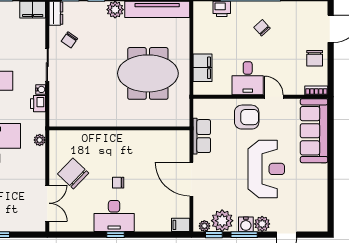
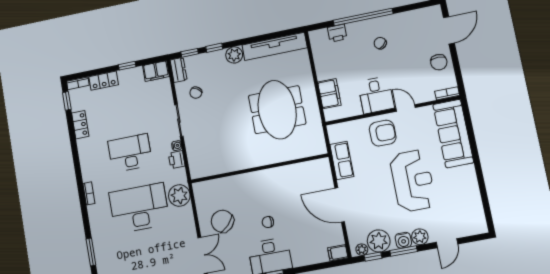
meeting table: (148, 73) -> (277, 110), turned 90
plant: (40, 140) -> (179, 195), width x1.88, depth x1.88

